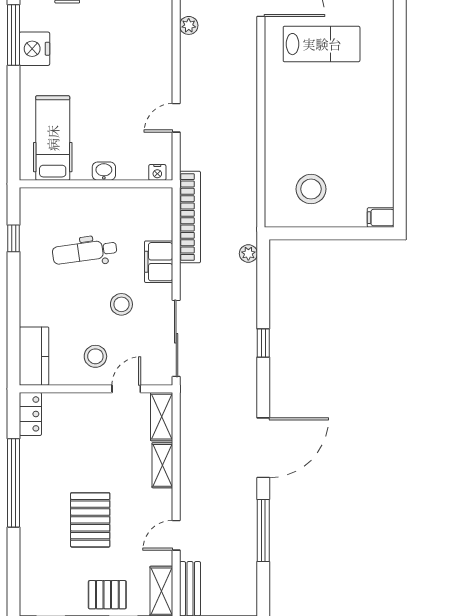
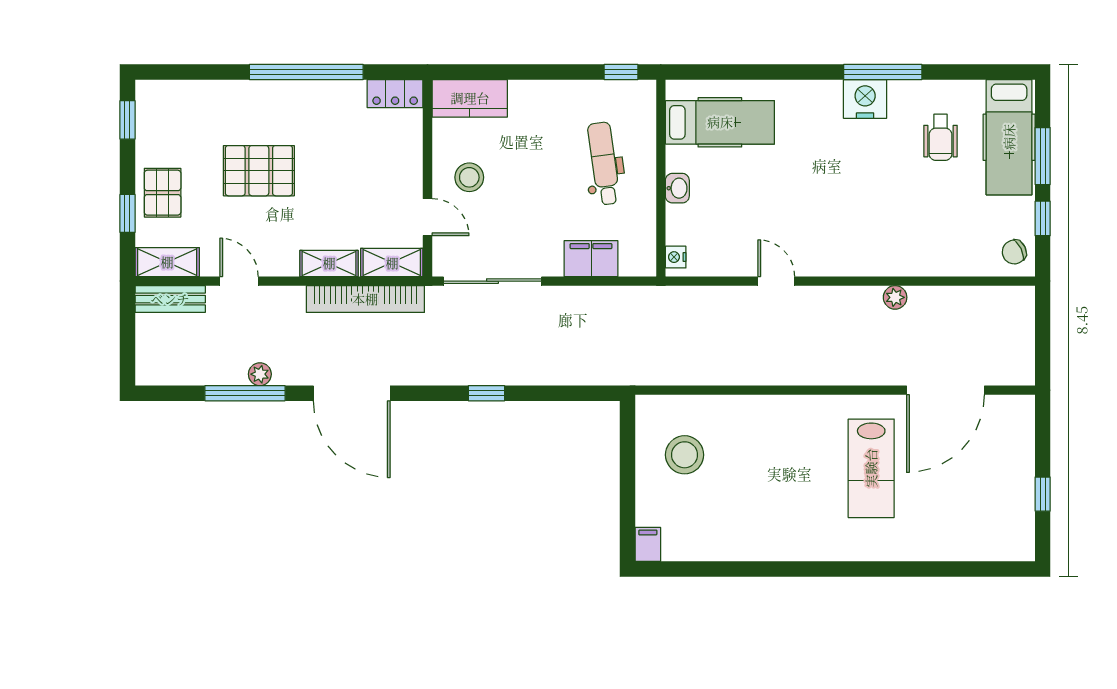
hospital bed: (53, 138) -> (720, 122), moved
washbasin: (104, 171) -> (677, 188), moved
nightstand: (157, 172) -> (676, 257), moved
wall: (96, 184) -> (661, 178), moved
bookcase: (190, 217) -> (365, 299), moved
plant: (248, 254) -> (260, 374), moved
stool: (121, 304) -> (536, 211), removed

